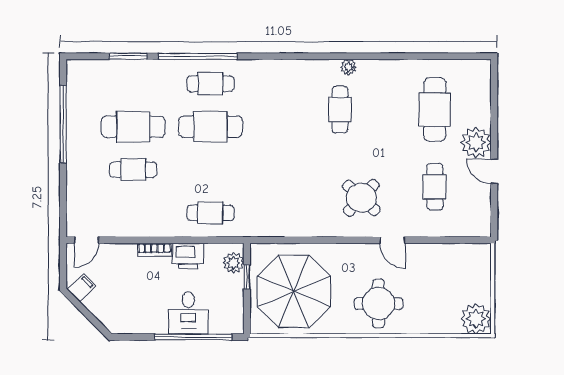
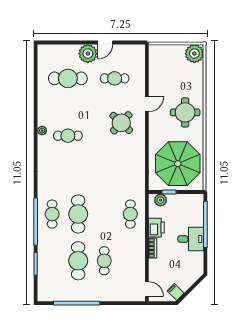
desk: (188, 313) -> (191, 239), moved

